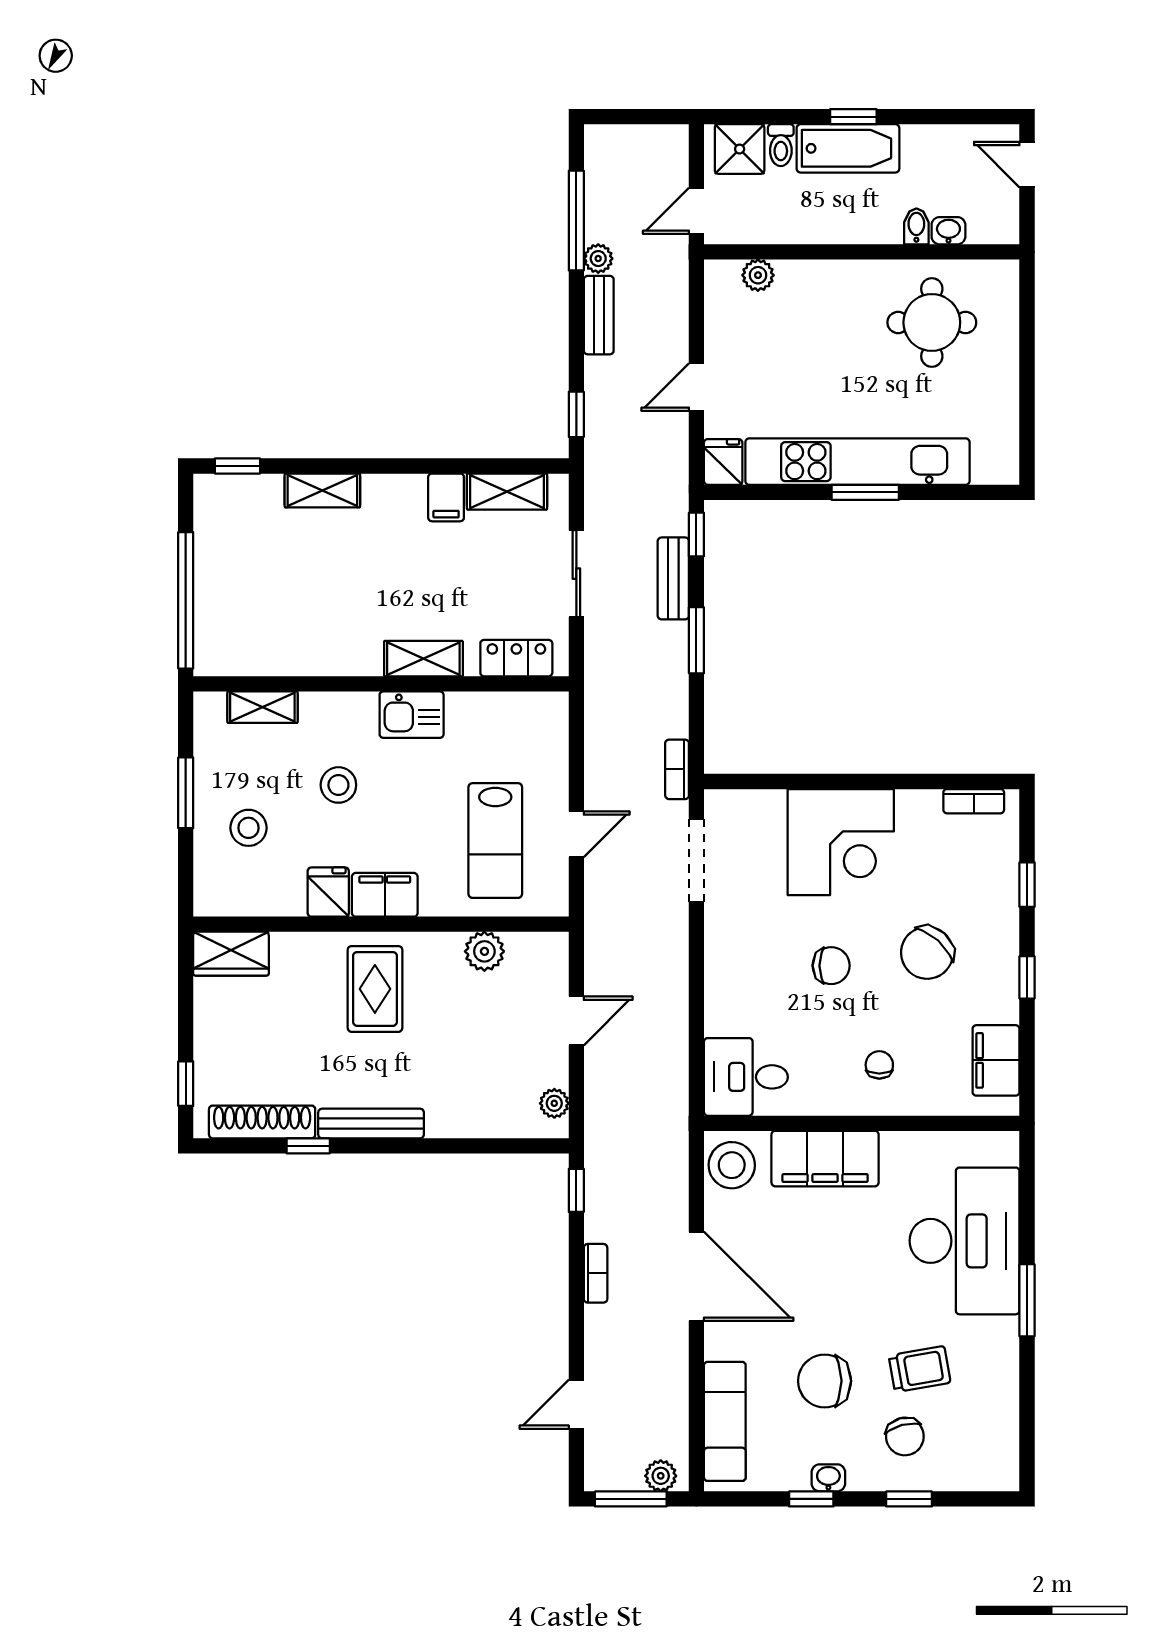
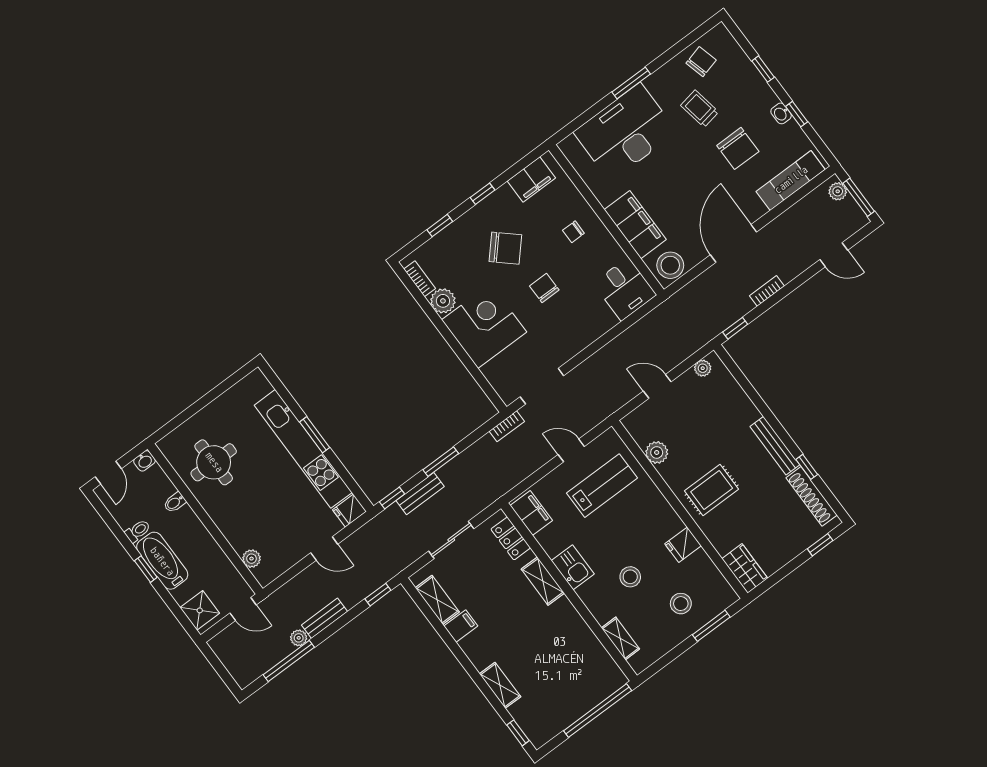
toilet: (781, 145) -> (138, 531), moved
washbasin: (948, 231) -> (144, 461), moved, turned -90
window: (186, 793) -> (711, 626), moved
plant: (919, 811) -> (443, 301), added
filing cabinet: (385, 895) -> (531, 513), moved, turned 180
chair: (905, 1436) -> (701, 62), moved

